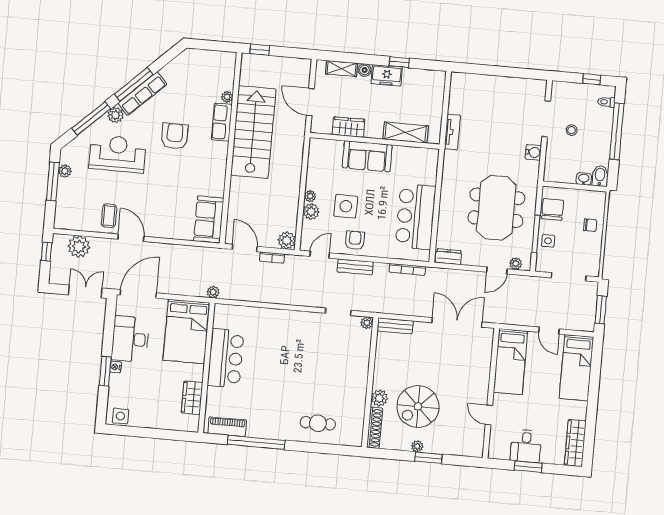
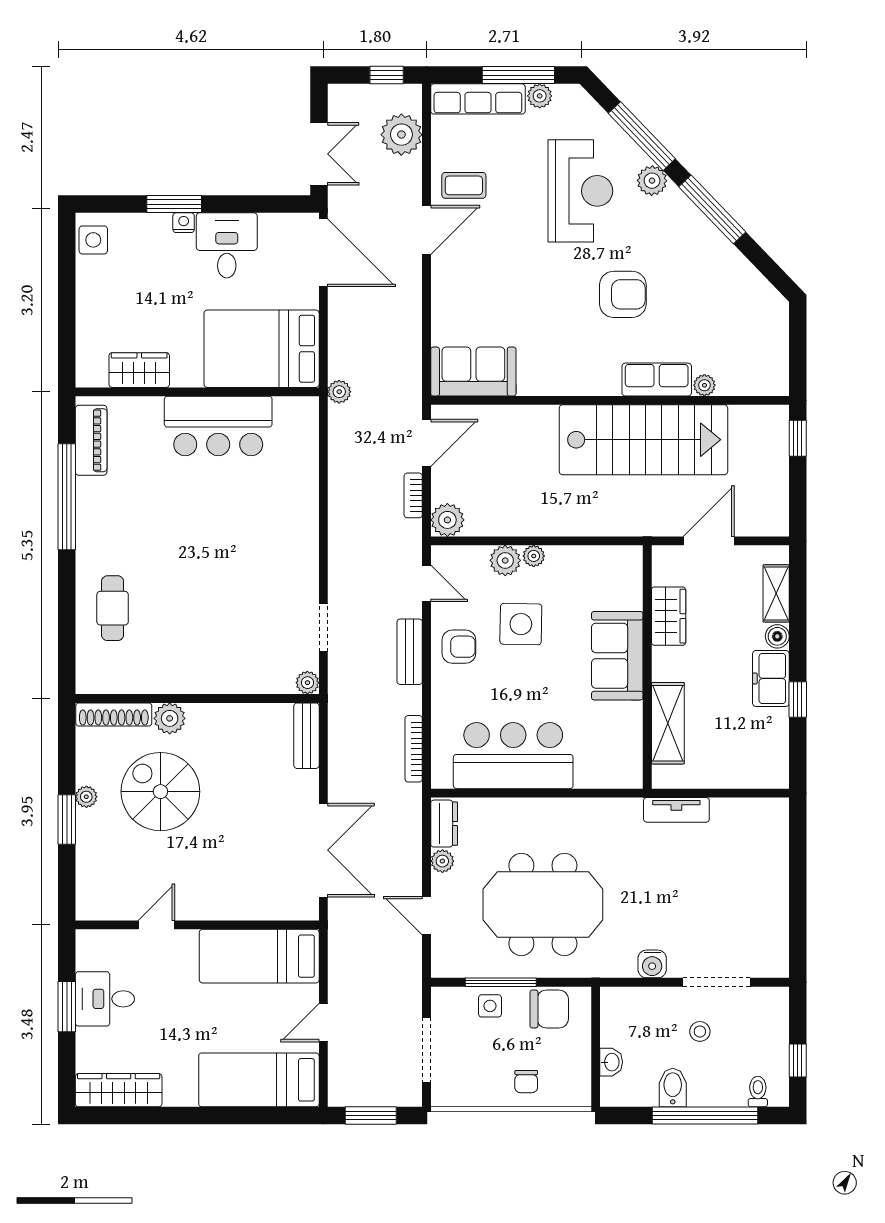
row of seats: (142, 94) -> (478, 99), moved, turned -46
bidet: (600, 176) -> (673, 1087), moved, turned -90
plant: (516, 264) -> (442, 861), moved
desk: (130, 339) -> (227, 245), width x0.73

